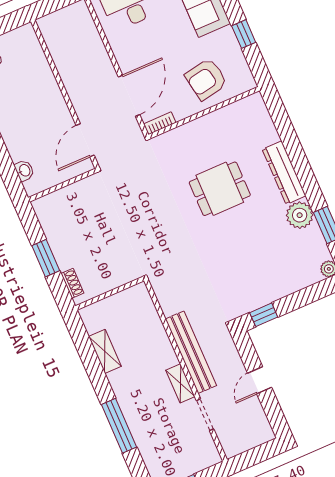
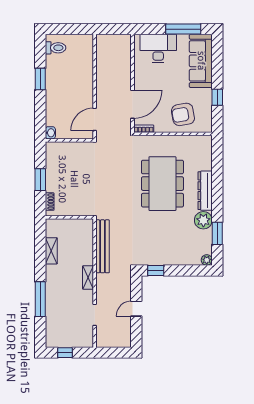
washbasin: (24, 171) -> (50, 133), moved
dining table: (220, 189) -> (162, 184), width x1.88, depth x1.24
bench: (191, 352) -> (102, 246), moved
shelving: (180, 383) -> (88, 277), moved

